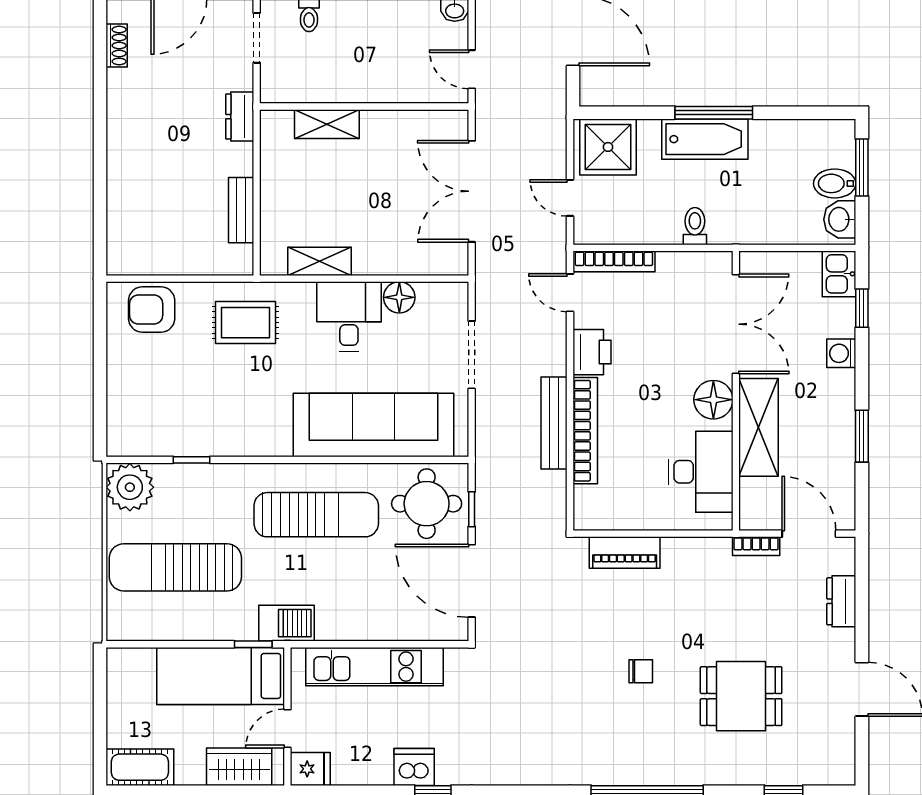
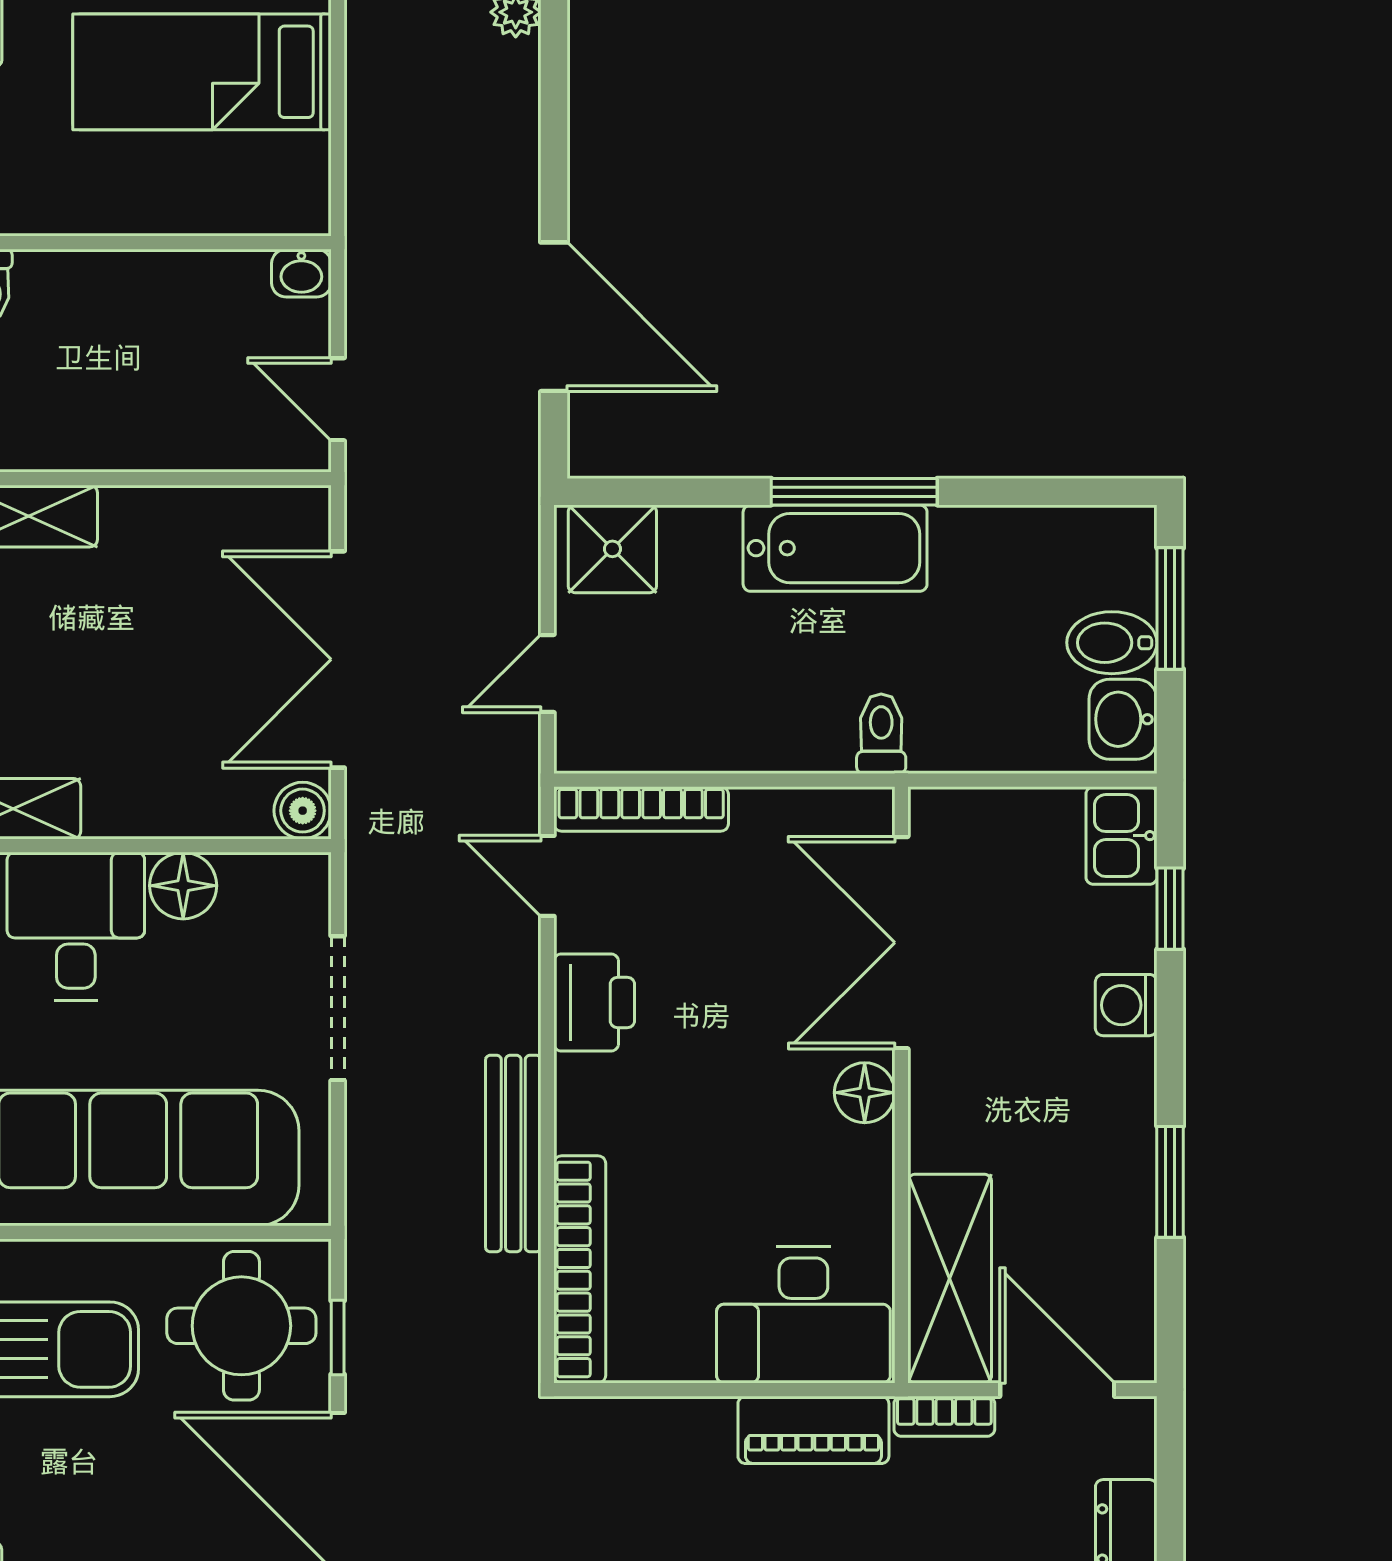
shower: (608, 147) -> (612, 549), width x0.73, depth x0.73
door: (570, 198) -> (547, 674), hinge flipped
toilet: (695, 226) -> (881, 734), moved
boiler: (455, 262) -> (303, 811), added
double door: (736, 324) -> (901, 943), swing flipped
floor lamp: (713, 400) -> (865, 1093), width x0.73, depth x0.73
shelving: (759, 427) -> (950, 1279), moved
bookcase: (585, 431) -> (580, 1269), moved
desk: (701, 472) -> (803, 1315), moved, turned 90
piano: (625, 552) -> (813, 1430), moved

